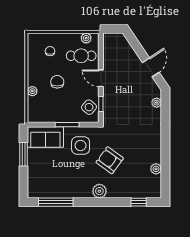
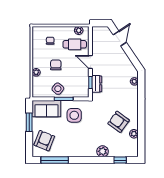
door: (151, 67) -> (120, 39), moved
dresser: (109, 106) -> (97, 84), added
side table: (89, 107) -> (58, 89), moved
armchair: (110, 160) -> (119, 122), moved
armchair: (43, 178) -> (44, 141), added
plant: (99, 191) -> (103, 151), moved

